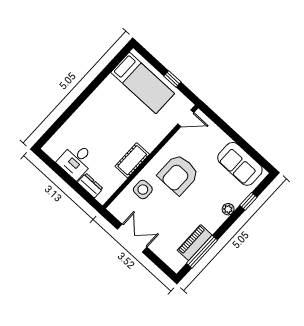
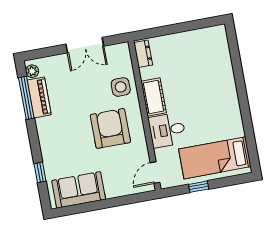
desk: (76, 161) -> (167, 130), moved, turned -90
dresser: (90, 186) -> (143, 54), moved, turned -90
plant: (228, 209) -> (32, 71), moved

